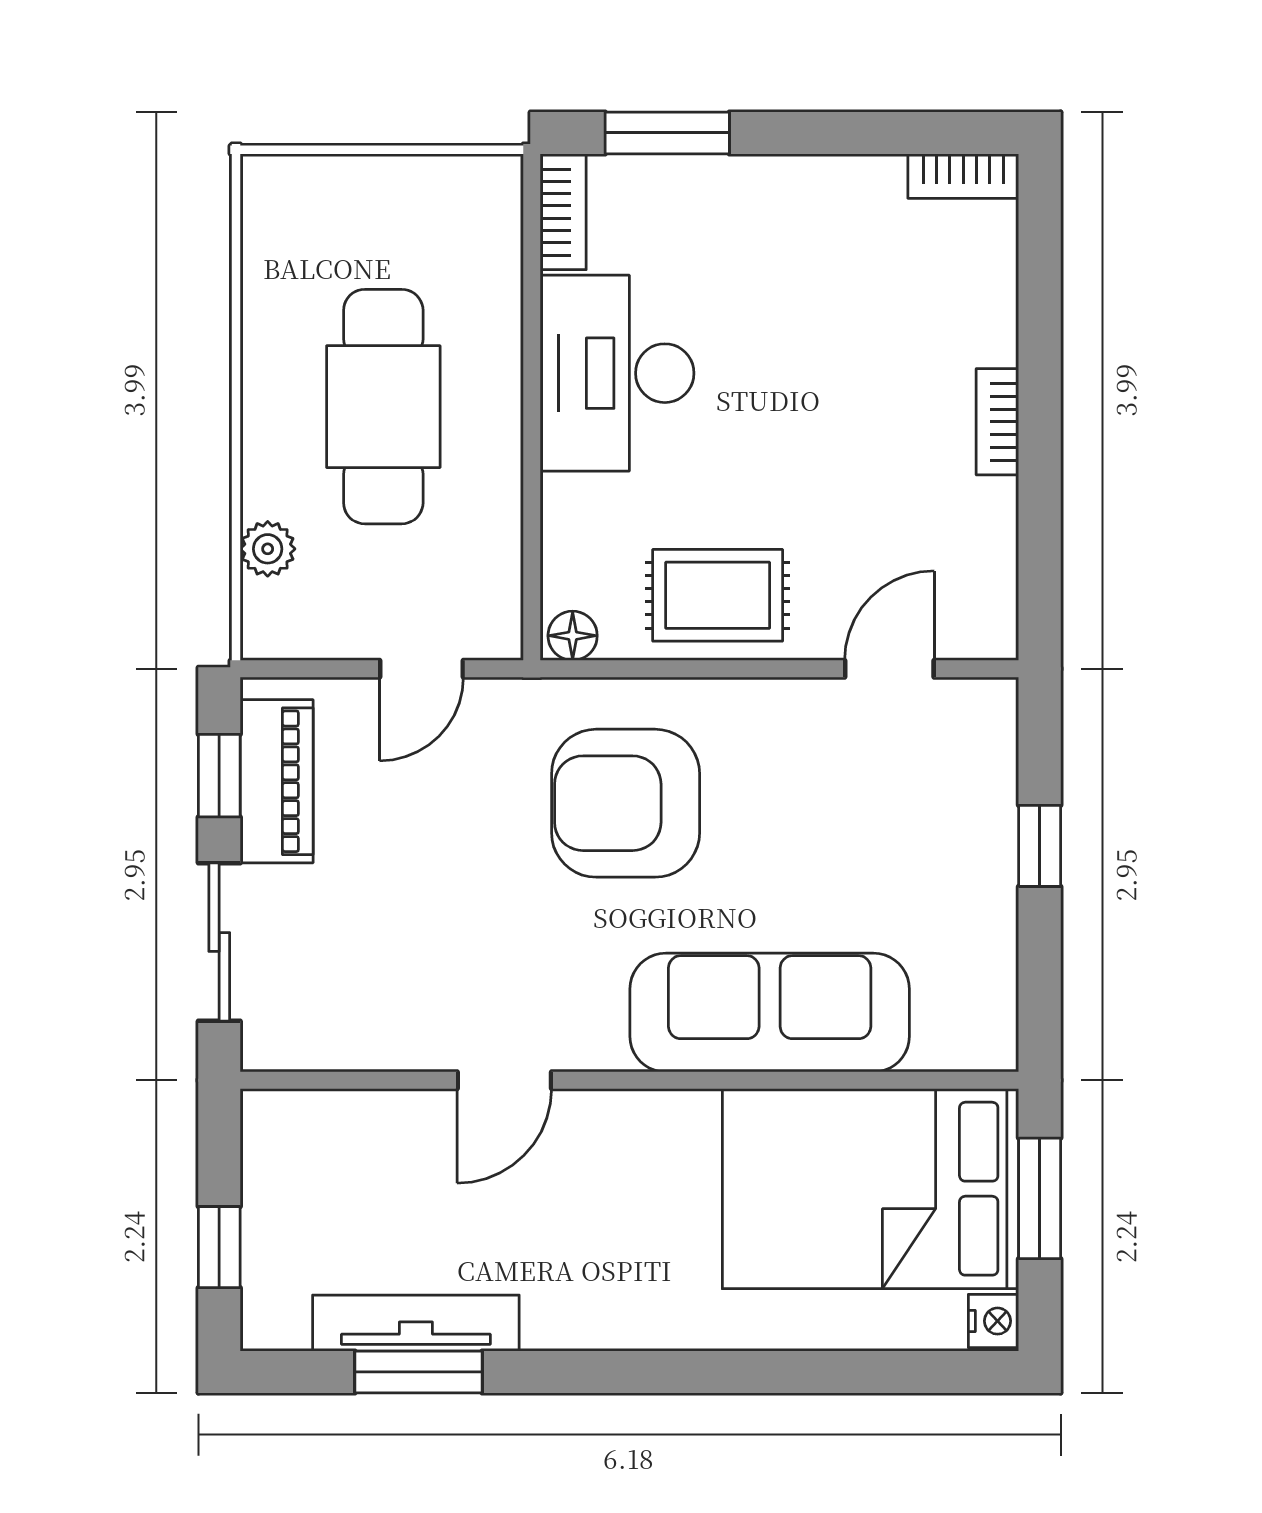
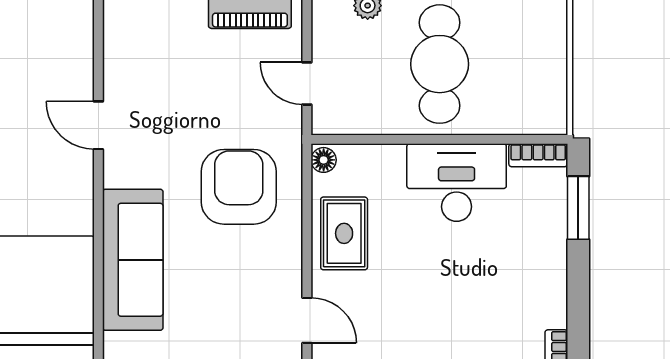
cafe table: (383, 407) -> (440, 64), turned 90

